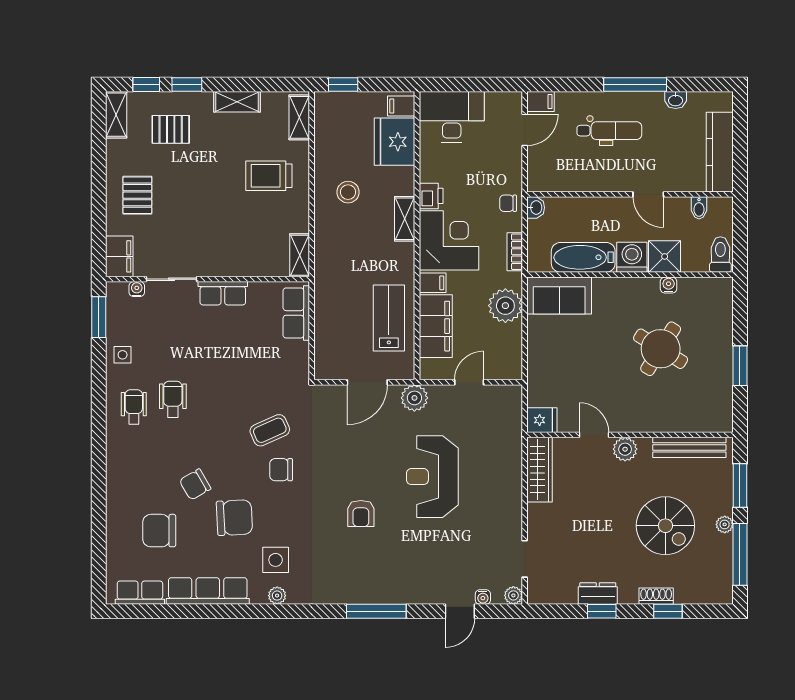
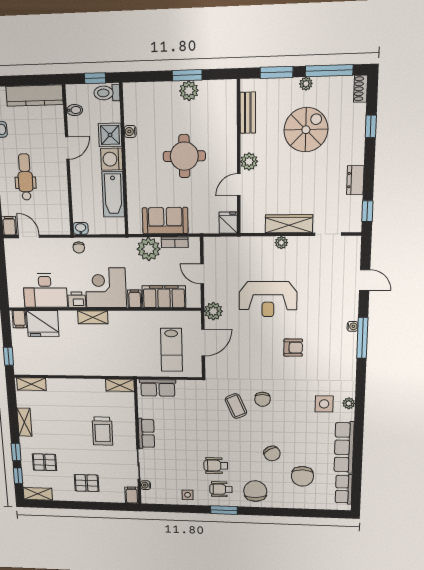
desk: (452, 117) -> (45, 291), moved, turned -90
pallet: (171, 129) -> (45, 462), turned 90
trolley: (269, 176) -> (102, 431), moved
stool: (348, 192) -> (77, 354), removed
window: (740, 239) -> (95, 78), added
bookcase: (515, 252) -> (175, 242), moved
filing cabinet: (119, 256) -> (132, 495), width x0.50
sofa: (559, 295) -> (165, 221), moved, turned -90
window: (99, 317) -> (224, 510), moved
lab bench: (389, 318) -> (171, 350), moved, turned -90
round table: (661, 349) -> (184, 156), moved, turned -32
plant: (720, 368) -> (189, 91), added
door: (367, 382) -> (203, 343), hinge flipped
bench: (689, 447) -> (248, 113), width x0.73
wardrobe: (540, 470) -> (289, 224), moved
chair: (234, 518) -> (255, 491), moved
plant: (513, 595) -> (281, 243), moved
shoe rack: (656, 596) -> (361, 89), moved
water cooler: (483, 597) -> (353, 326), moved
window: (602, 611) -> (367, 211), moved

